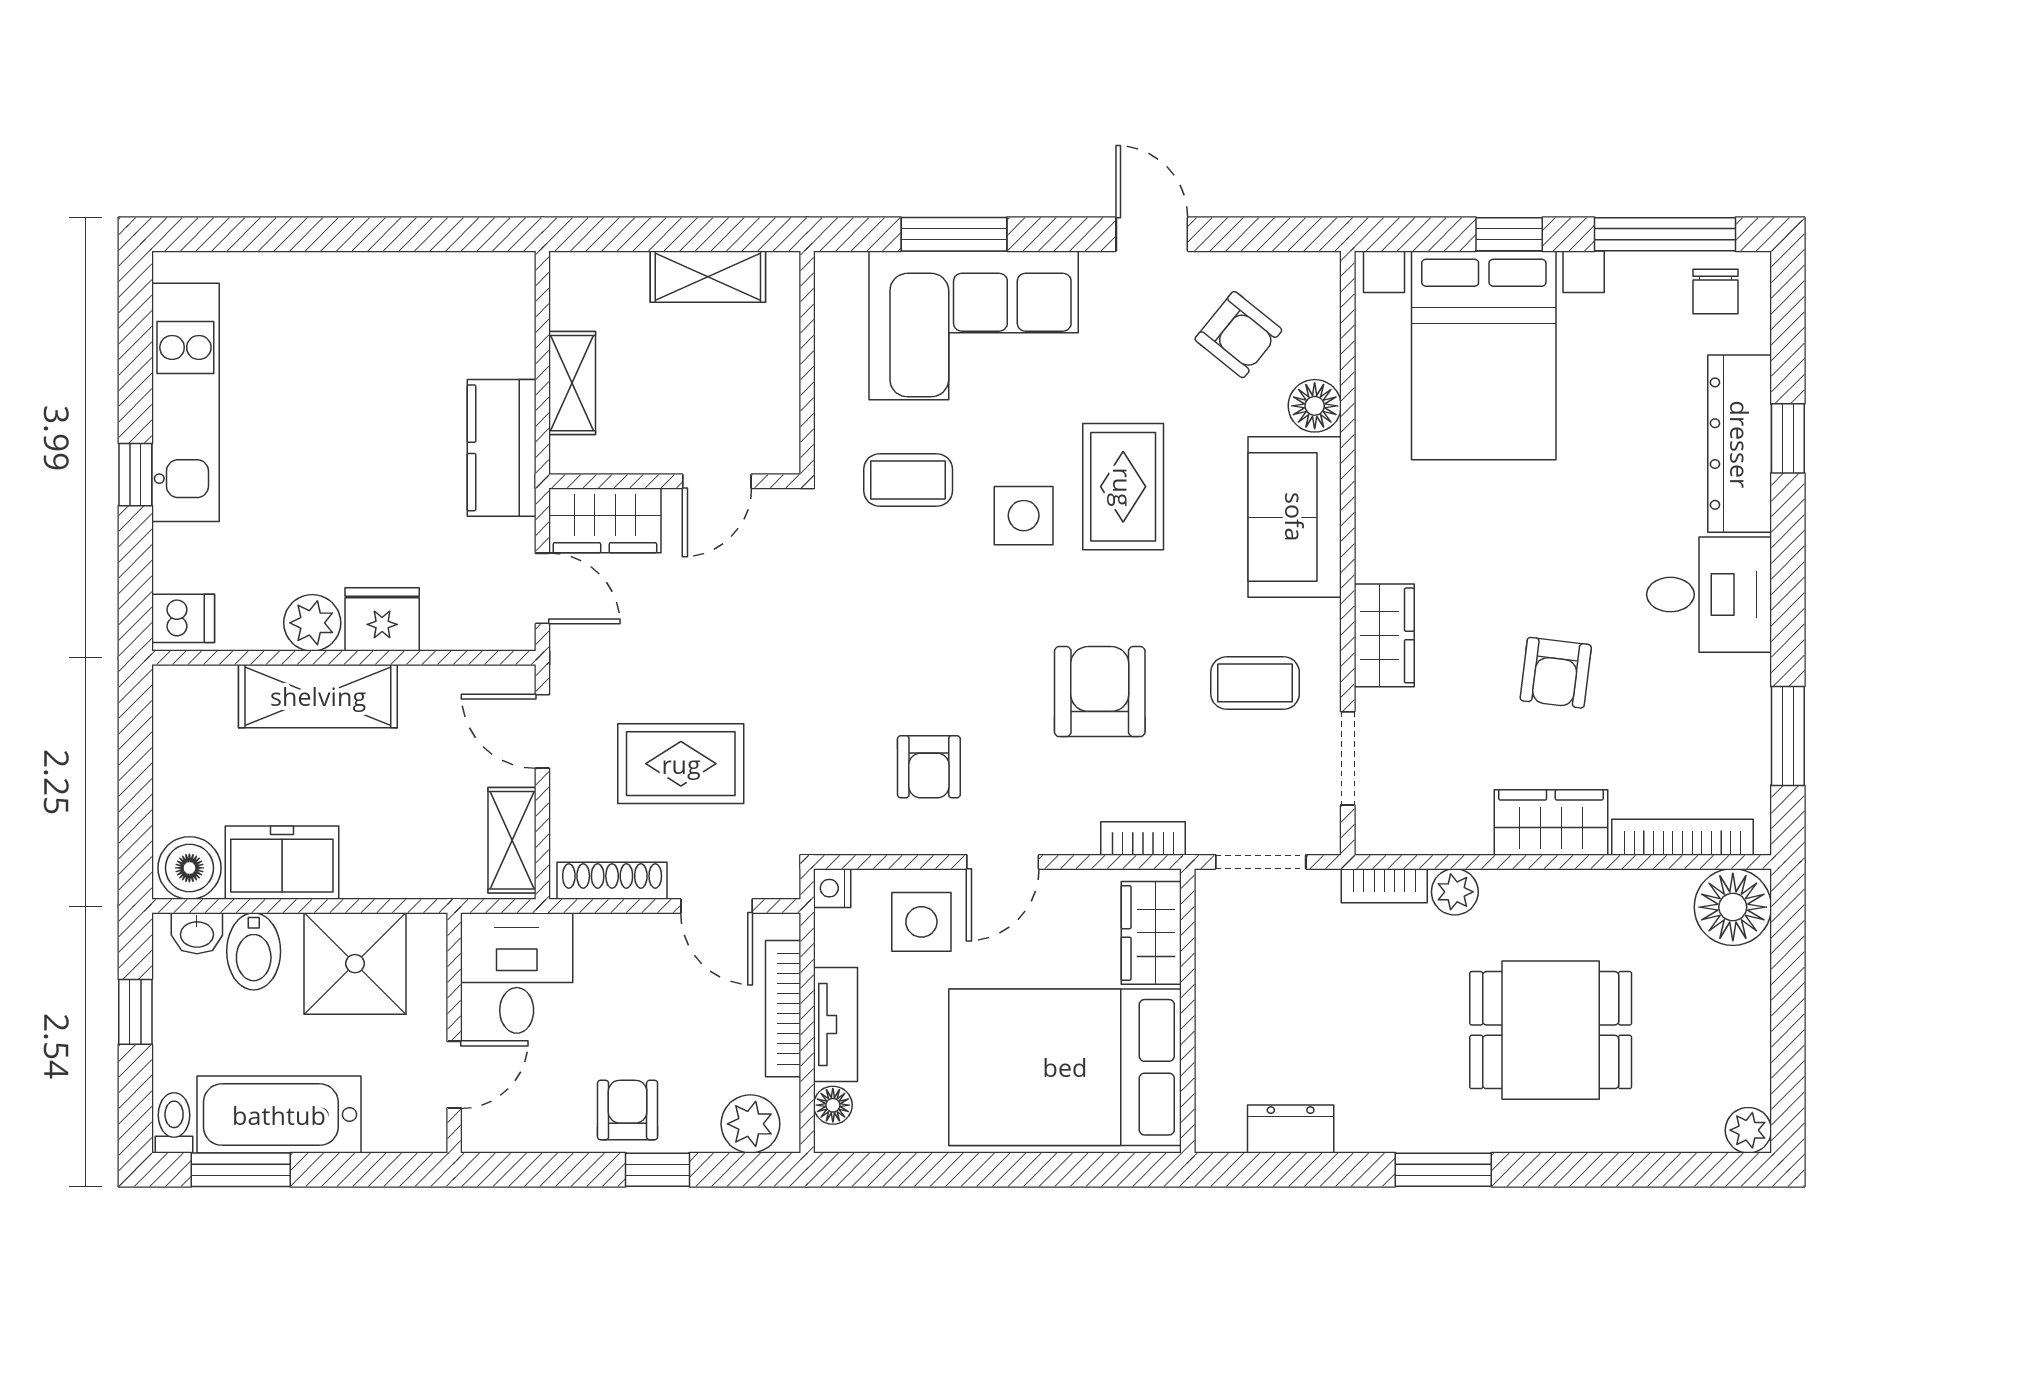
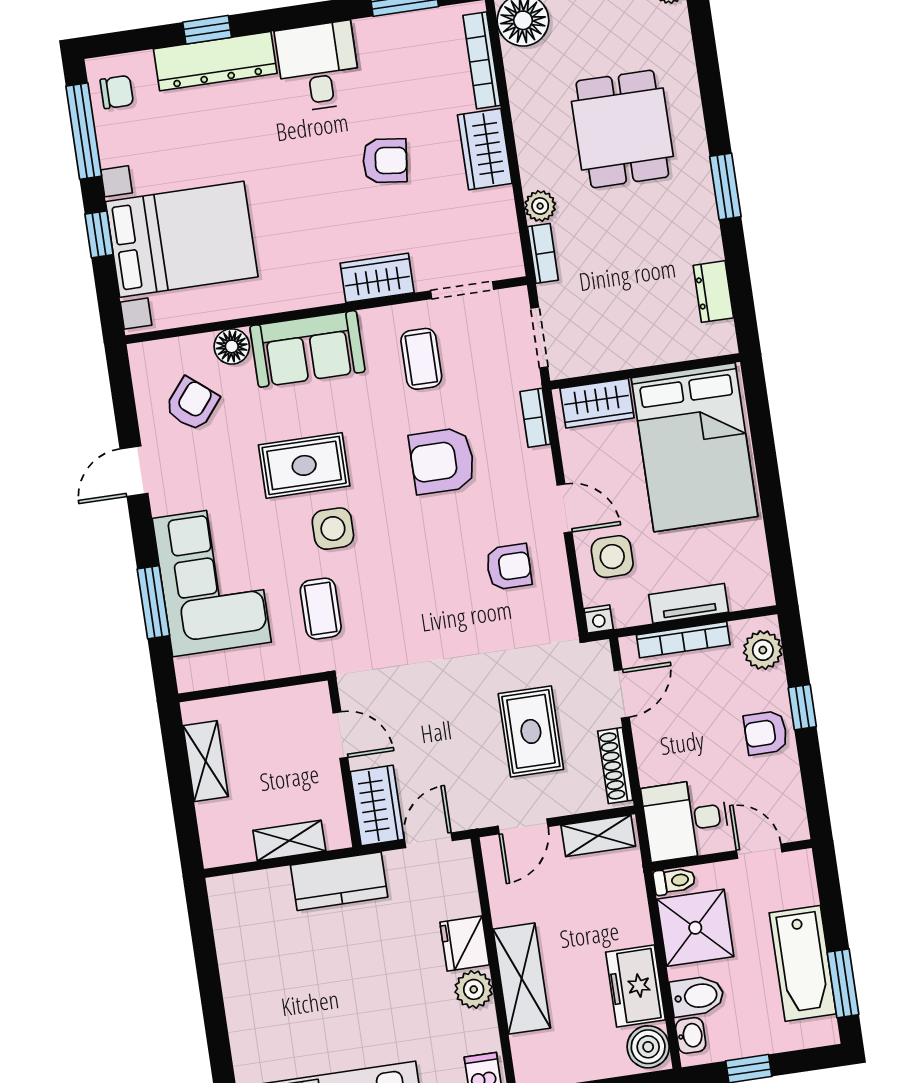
floor lamp: (833, 1105) -> (742, 597), removed
toilet: (174, 1123) -> (674, 881), moved, turned 180

